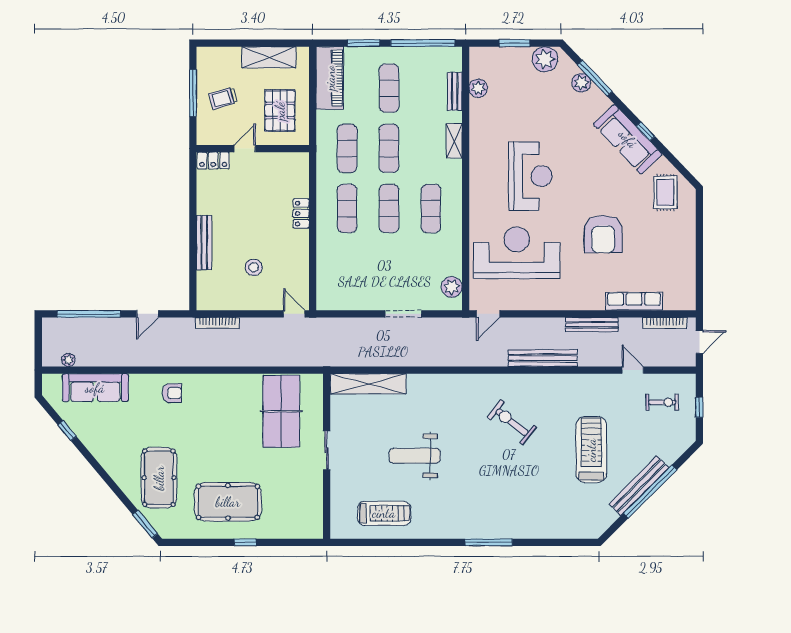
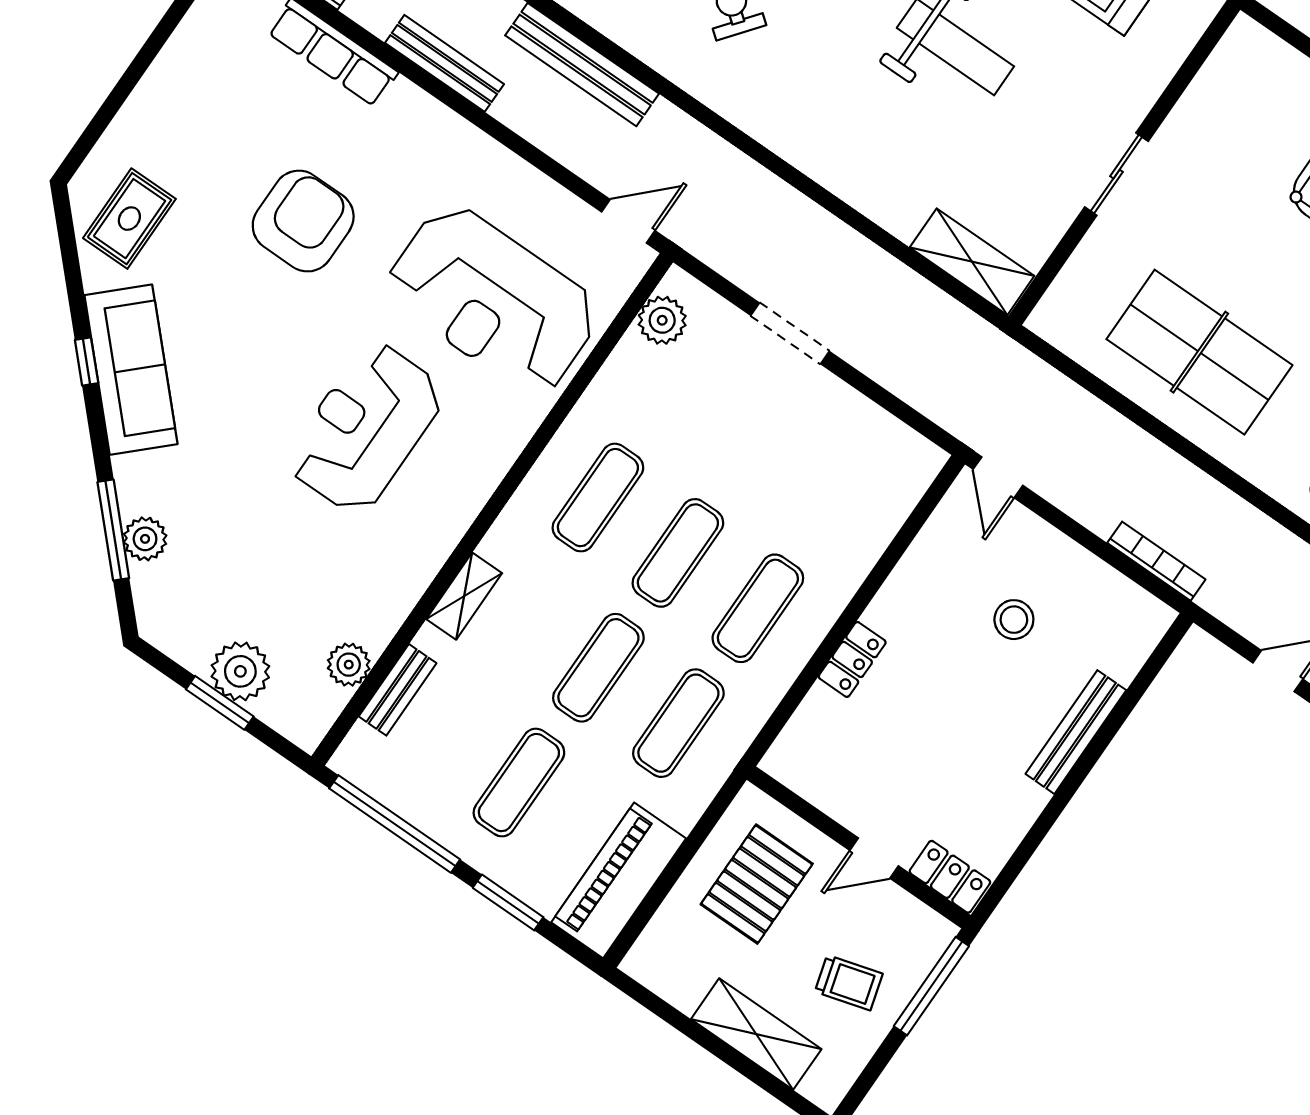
shelving: (269, 57) -> (756, 1034), moved
plant: (545, 59) -> (240, 671), moved
window: (193, 93) -> (931, 986), moved
shelving: (368, 384) -> (972, 262), width x0.68
table tennis table: (281, 411) -> (1199, 352), moved, turned 90

